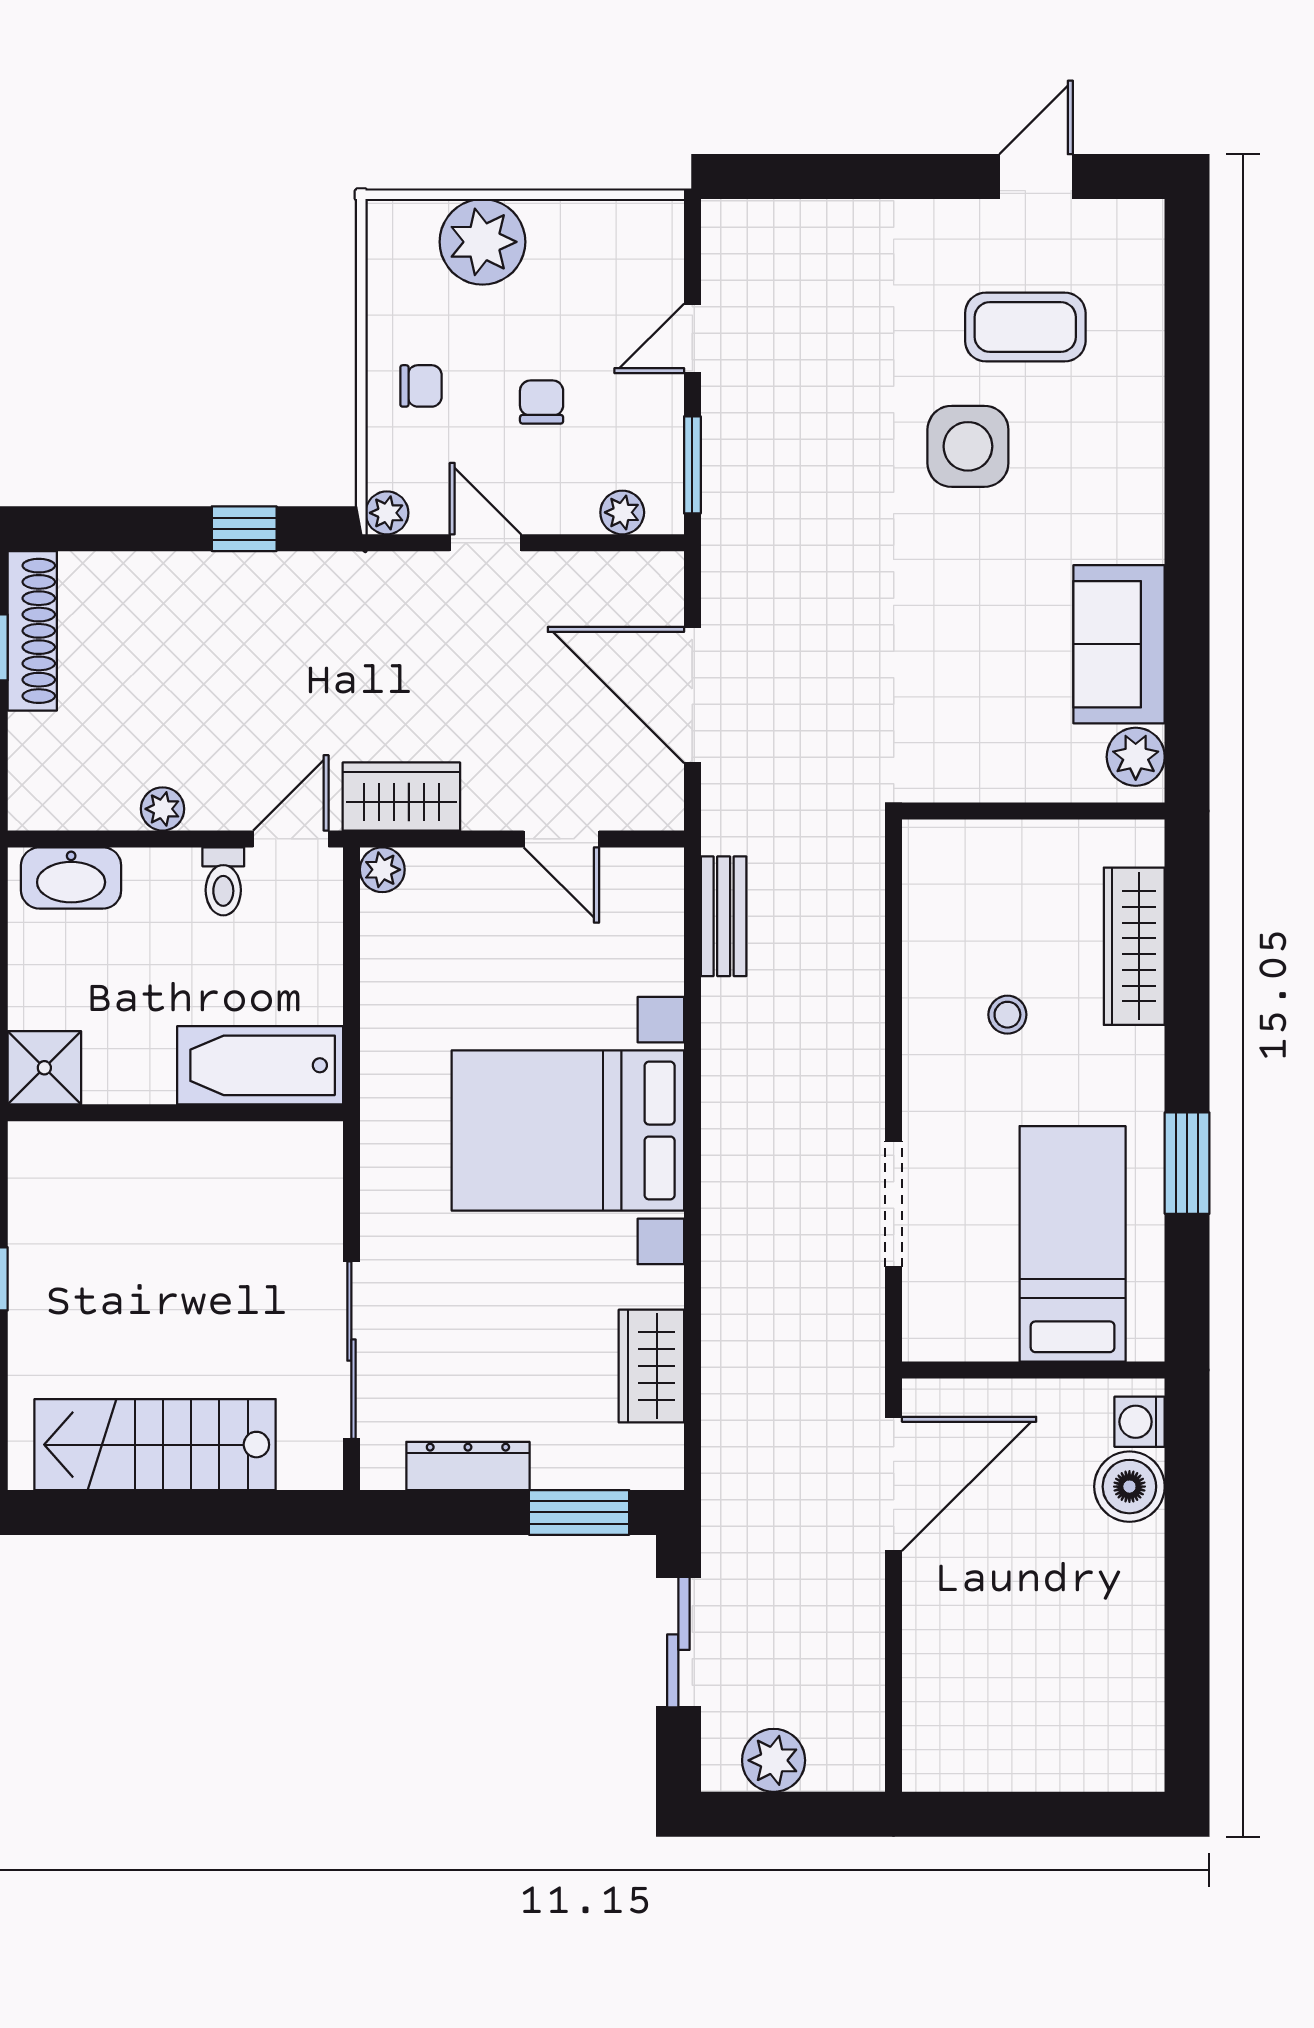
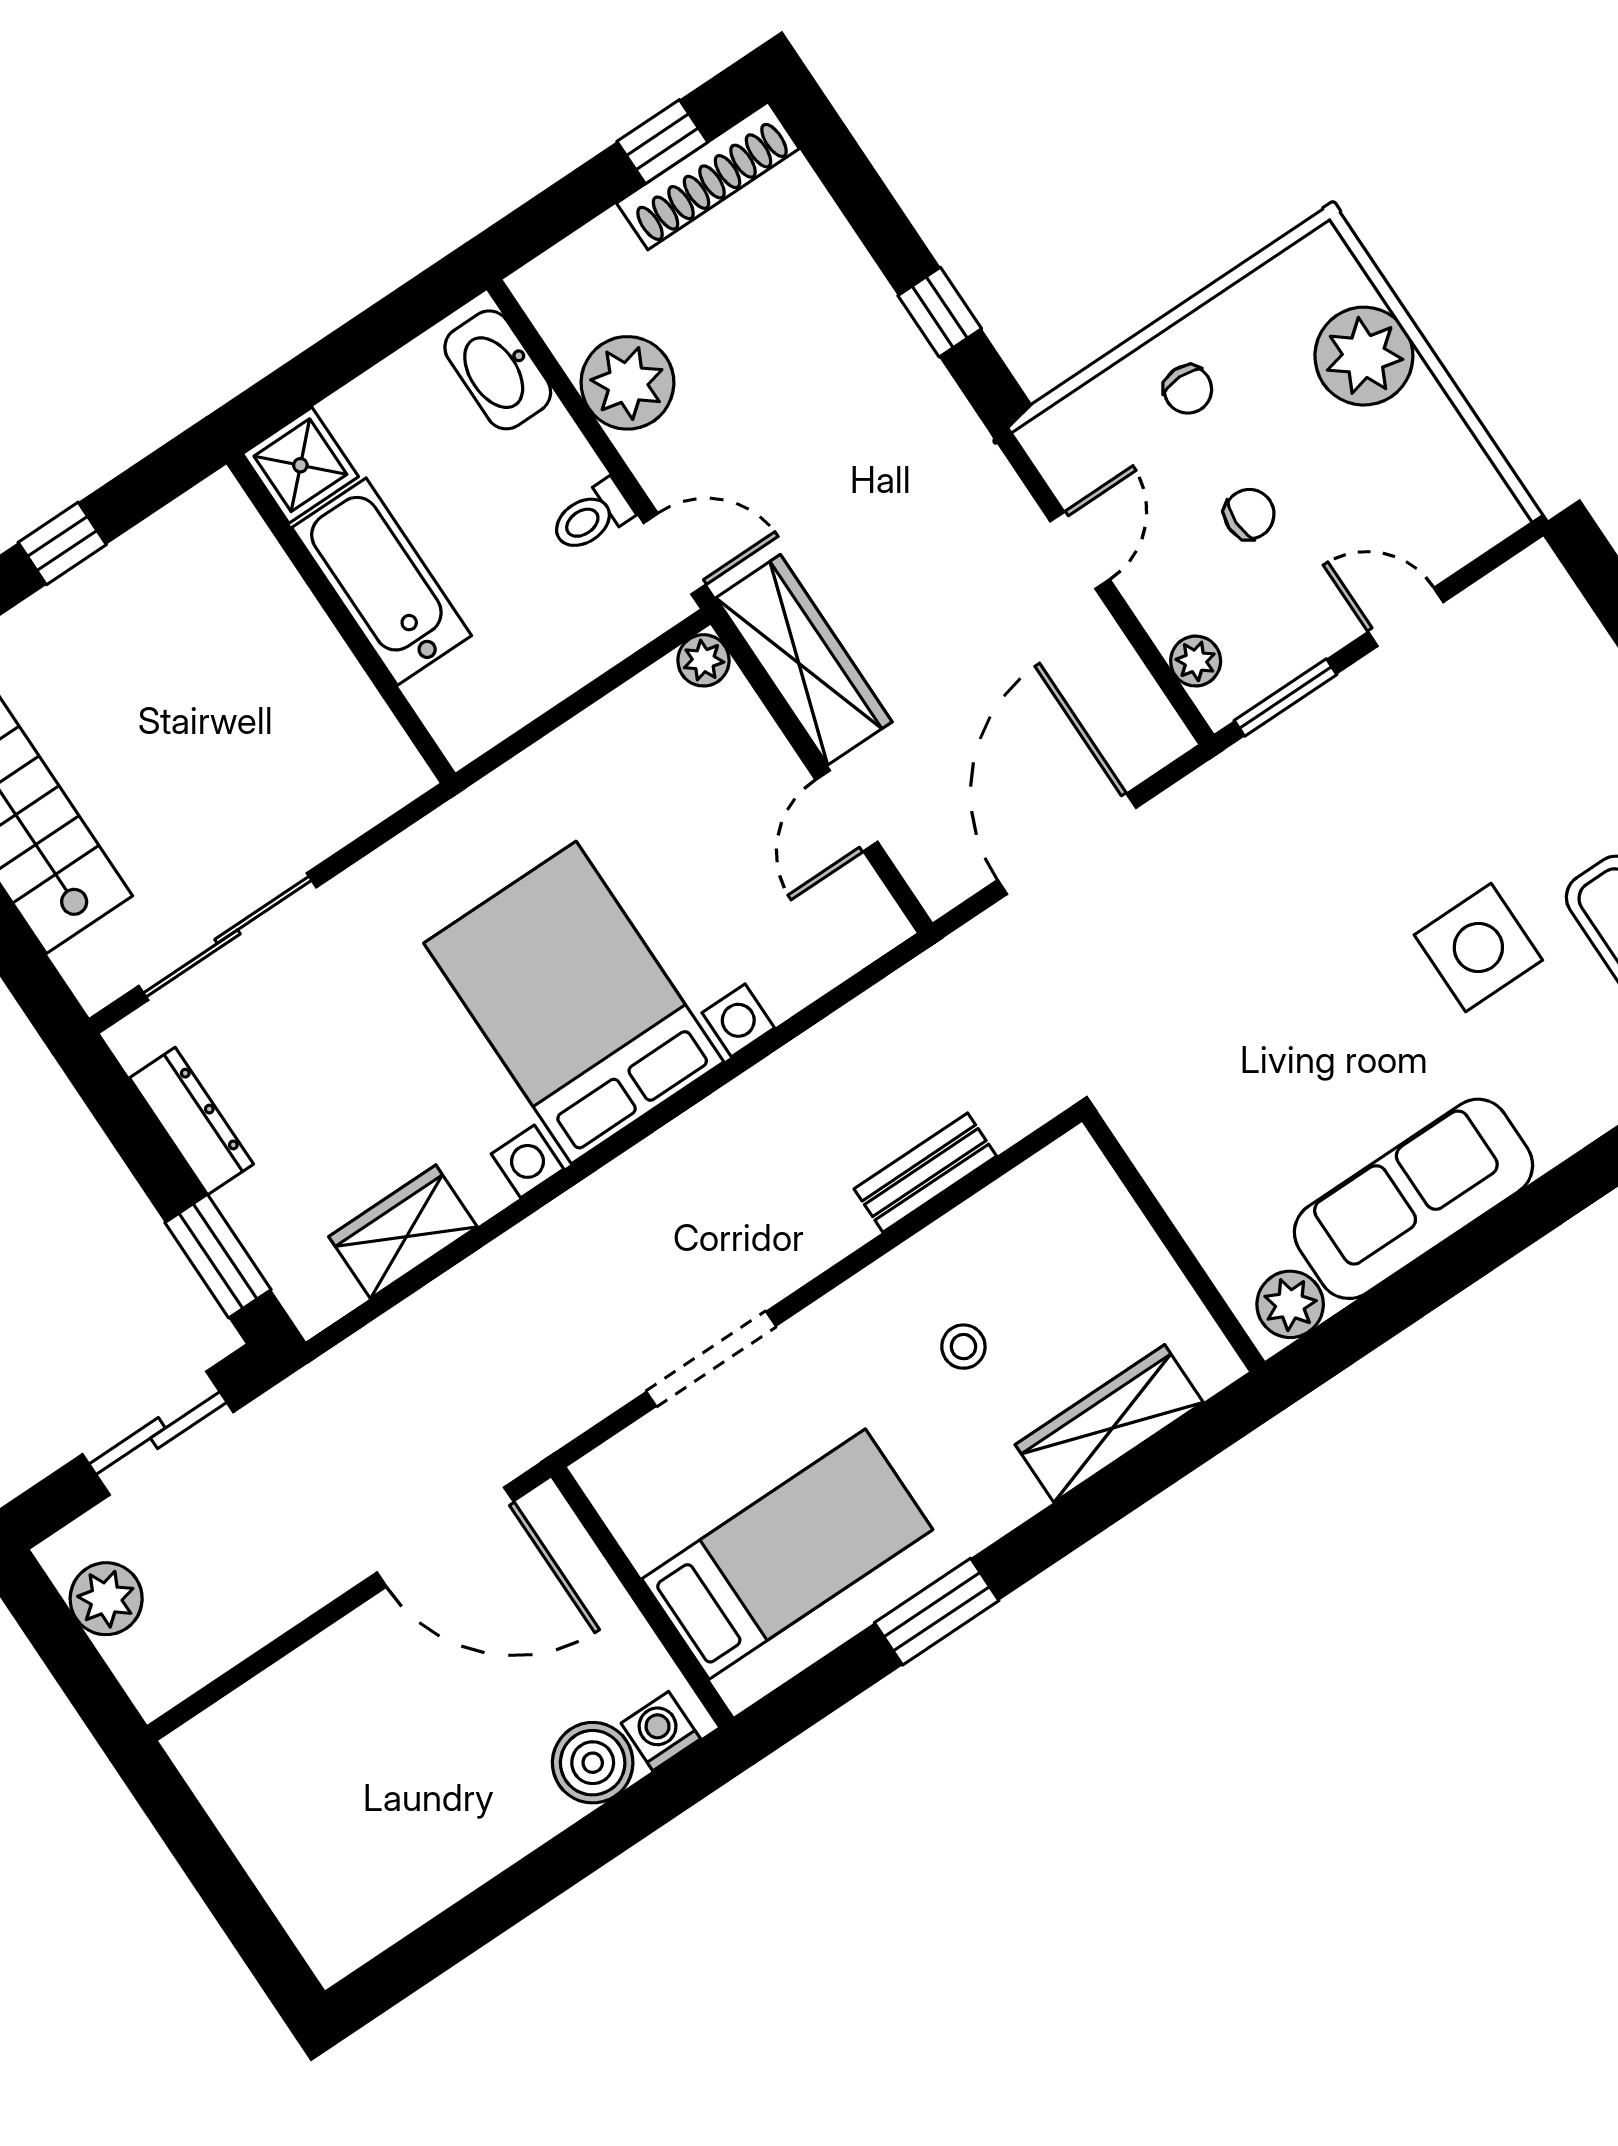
plant: (387, 513) -> (1046, 438), removed
sofa: (1119, 644) -> (1413, 1199), width x1.36
wardrobe: (401, 797) -> (804, 660), width x1.50
plant: (163, 809) -> (627, 383), width x1.88, depth x1.88
bench: (724, 916) -> (925, 1173), moved
bathtub: (260, 1065) -> (382, 582), moved

